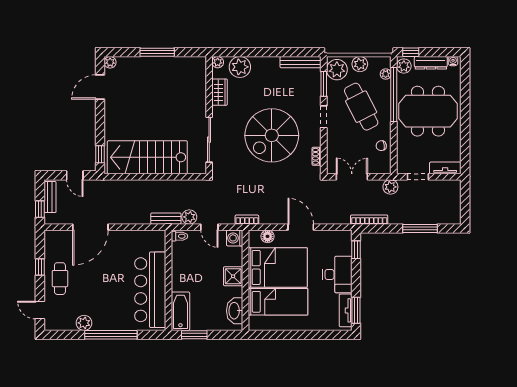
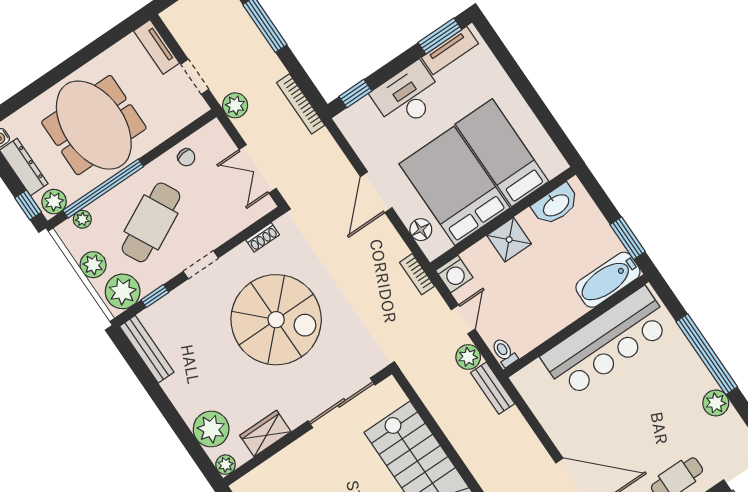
window: (324, 84) -> (155, 296), width x0.67

